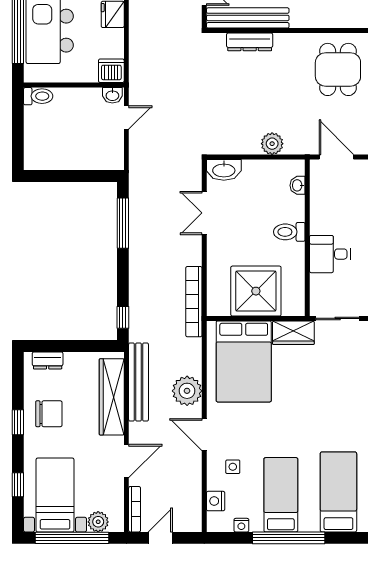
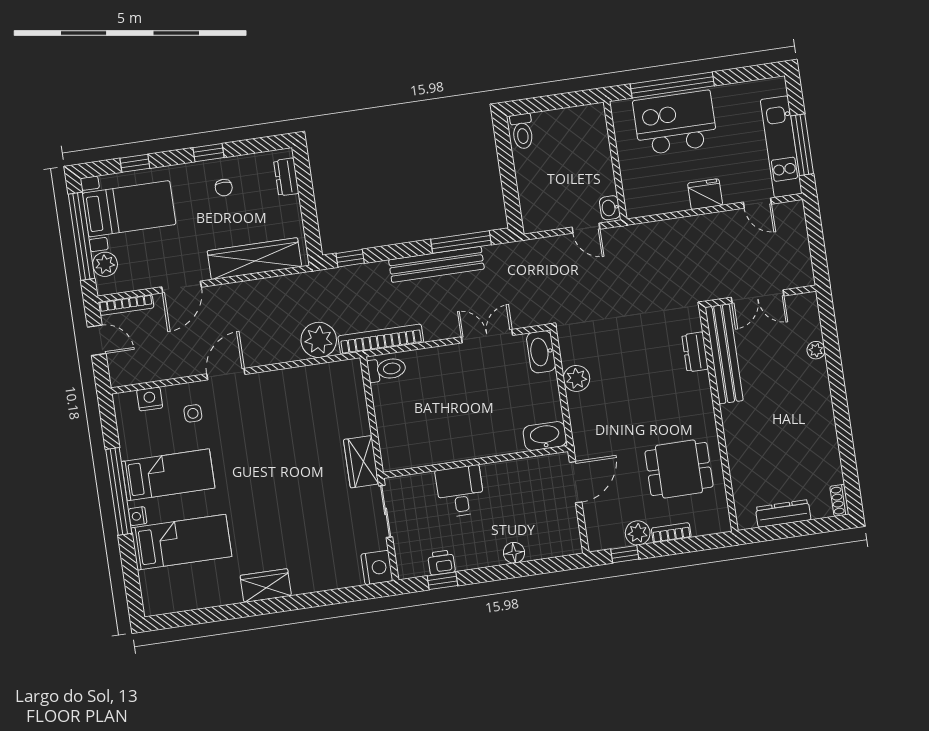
dresser: (250, 42) -> (695, 352), width x0.70
dishwasher: (111, 71) -> (638, 202), removed
toilet: (38, 96) -> (522, 131), moved
plant: (272, 144) -> (577, 378), moved
washbasin: (298, 185) -> (545, 436), width x1.91, depth x1.45
toilet: (289, 232) -> (387, 369), moved, turned 90
shower: (256, 291) -> (404, 410), removed
bed: (244, 361) -> (319, 408), removed
bench: (138, 382) -> (436, 264), moved
plant: (187, 391) -> (319, 340), moved
chair: (49, 414) -> (224, 188), width x0.54, depth x0.54
door: (126, 461) -> (181, 287), hinge flipped
nightstand: (241, 525) -> (138, 516), moved

